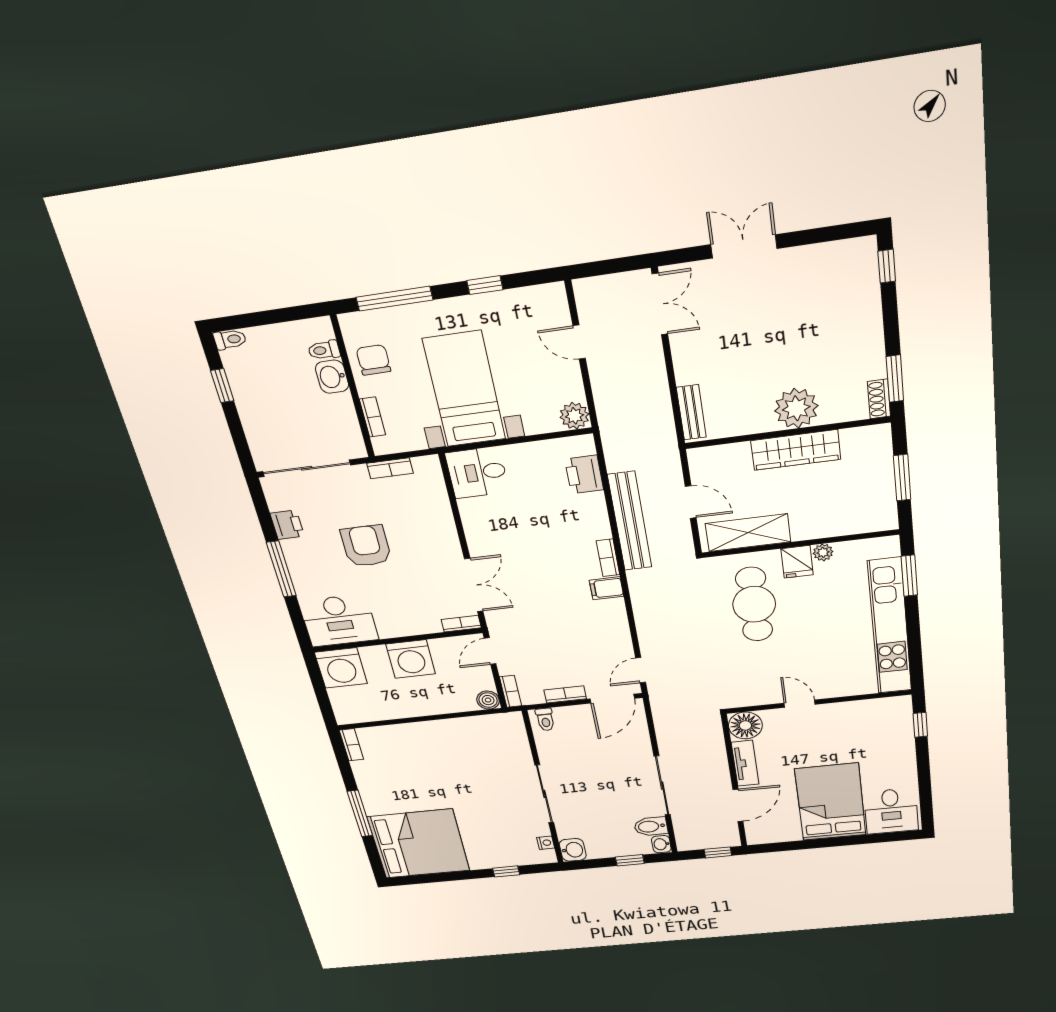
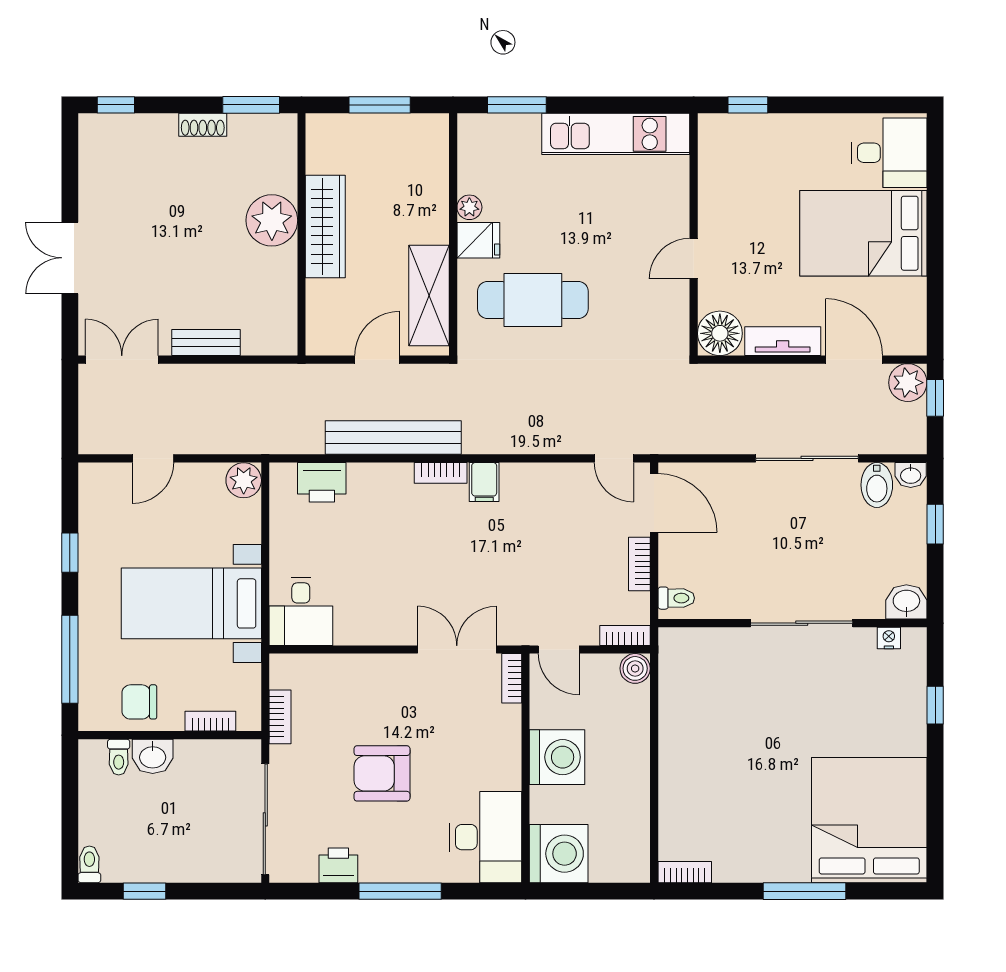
shoe rack: (879, 399) -> (203, 125), moved
bench: (691, 412) -> (206, 343), moved
kitchen unit: (890, 627) -> (616, 134), width x0.73
plant: (726, 837) -> (908, 383), added

